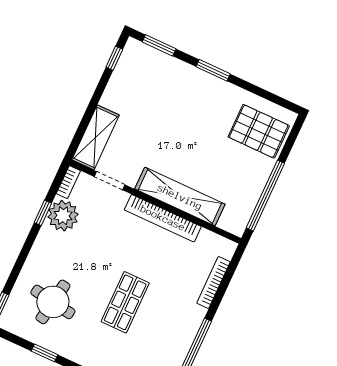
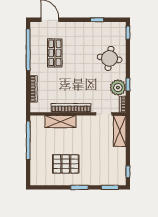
pallet: (259, 131) -> (66, 164), moved
shelving: (180, 197) -> (60, 122), width x0.68
round table: (53, 302) -> (110, 58), moved
shop shelf: (125, 302) -> (55, 53), moved

